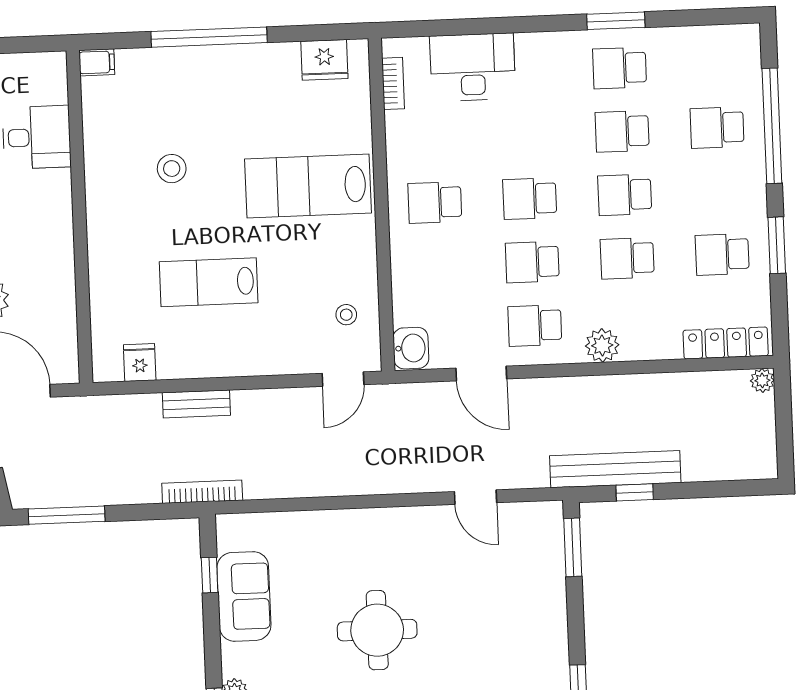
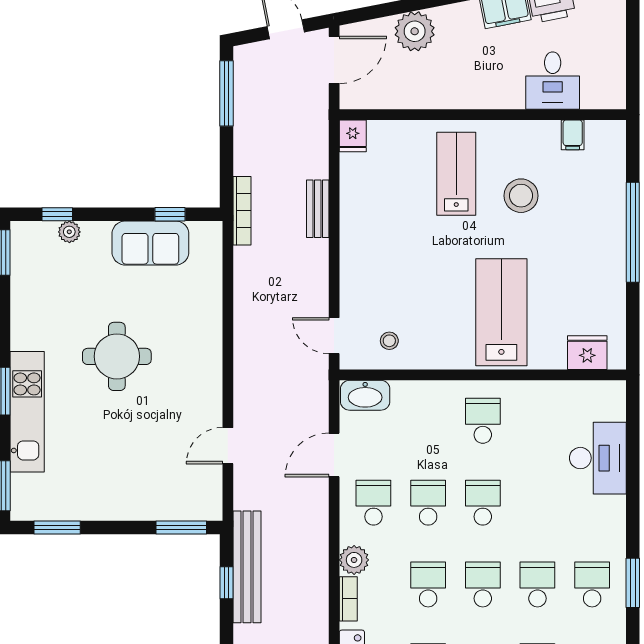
fridge: (324, 60) -> (587, 353), moved, turned 90
filing cabinet: (97, 62) -> (573, 135), moved
bookcase: (393, 83) -> (348, 599), moved, turned -90
stool: (172, 169) -> (521, 196), width x1.38, depth x1.38
lab bench: (209, 282) -> (456, 174), moved
washbasin: (411, 348) -> (365, 395), width x1.38
fridge: (140, 363) -> (353, 136), moved, turned 90

